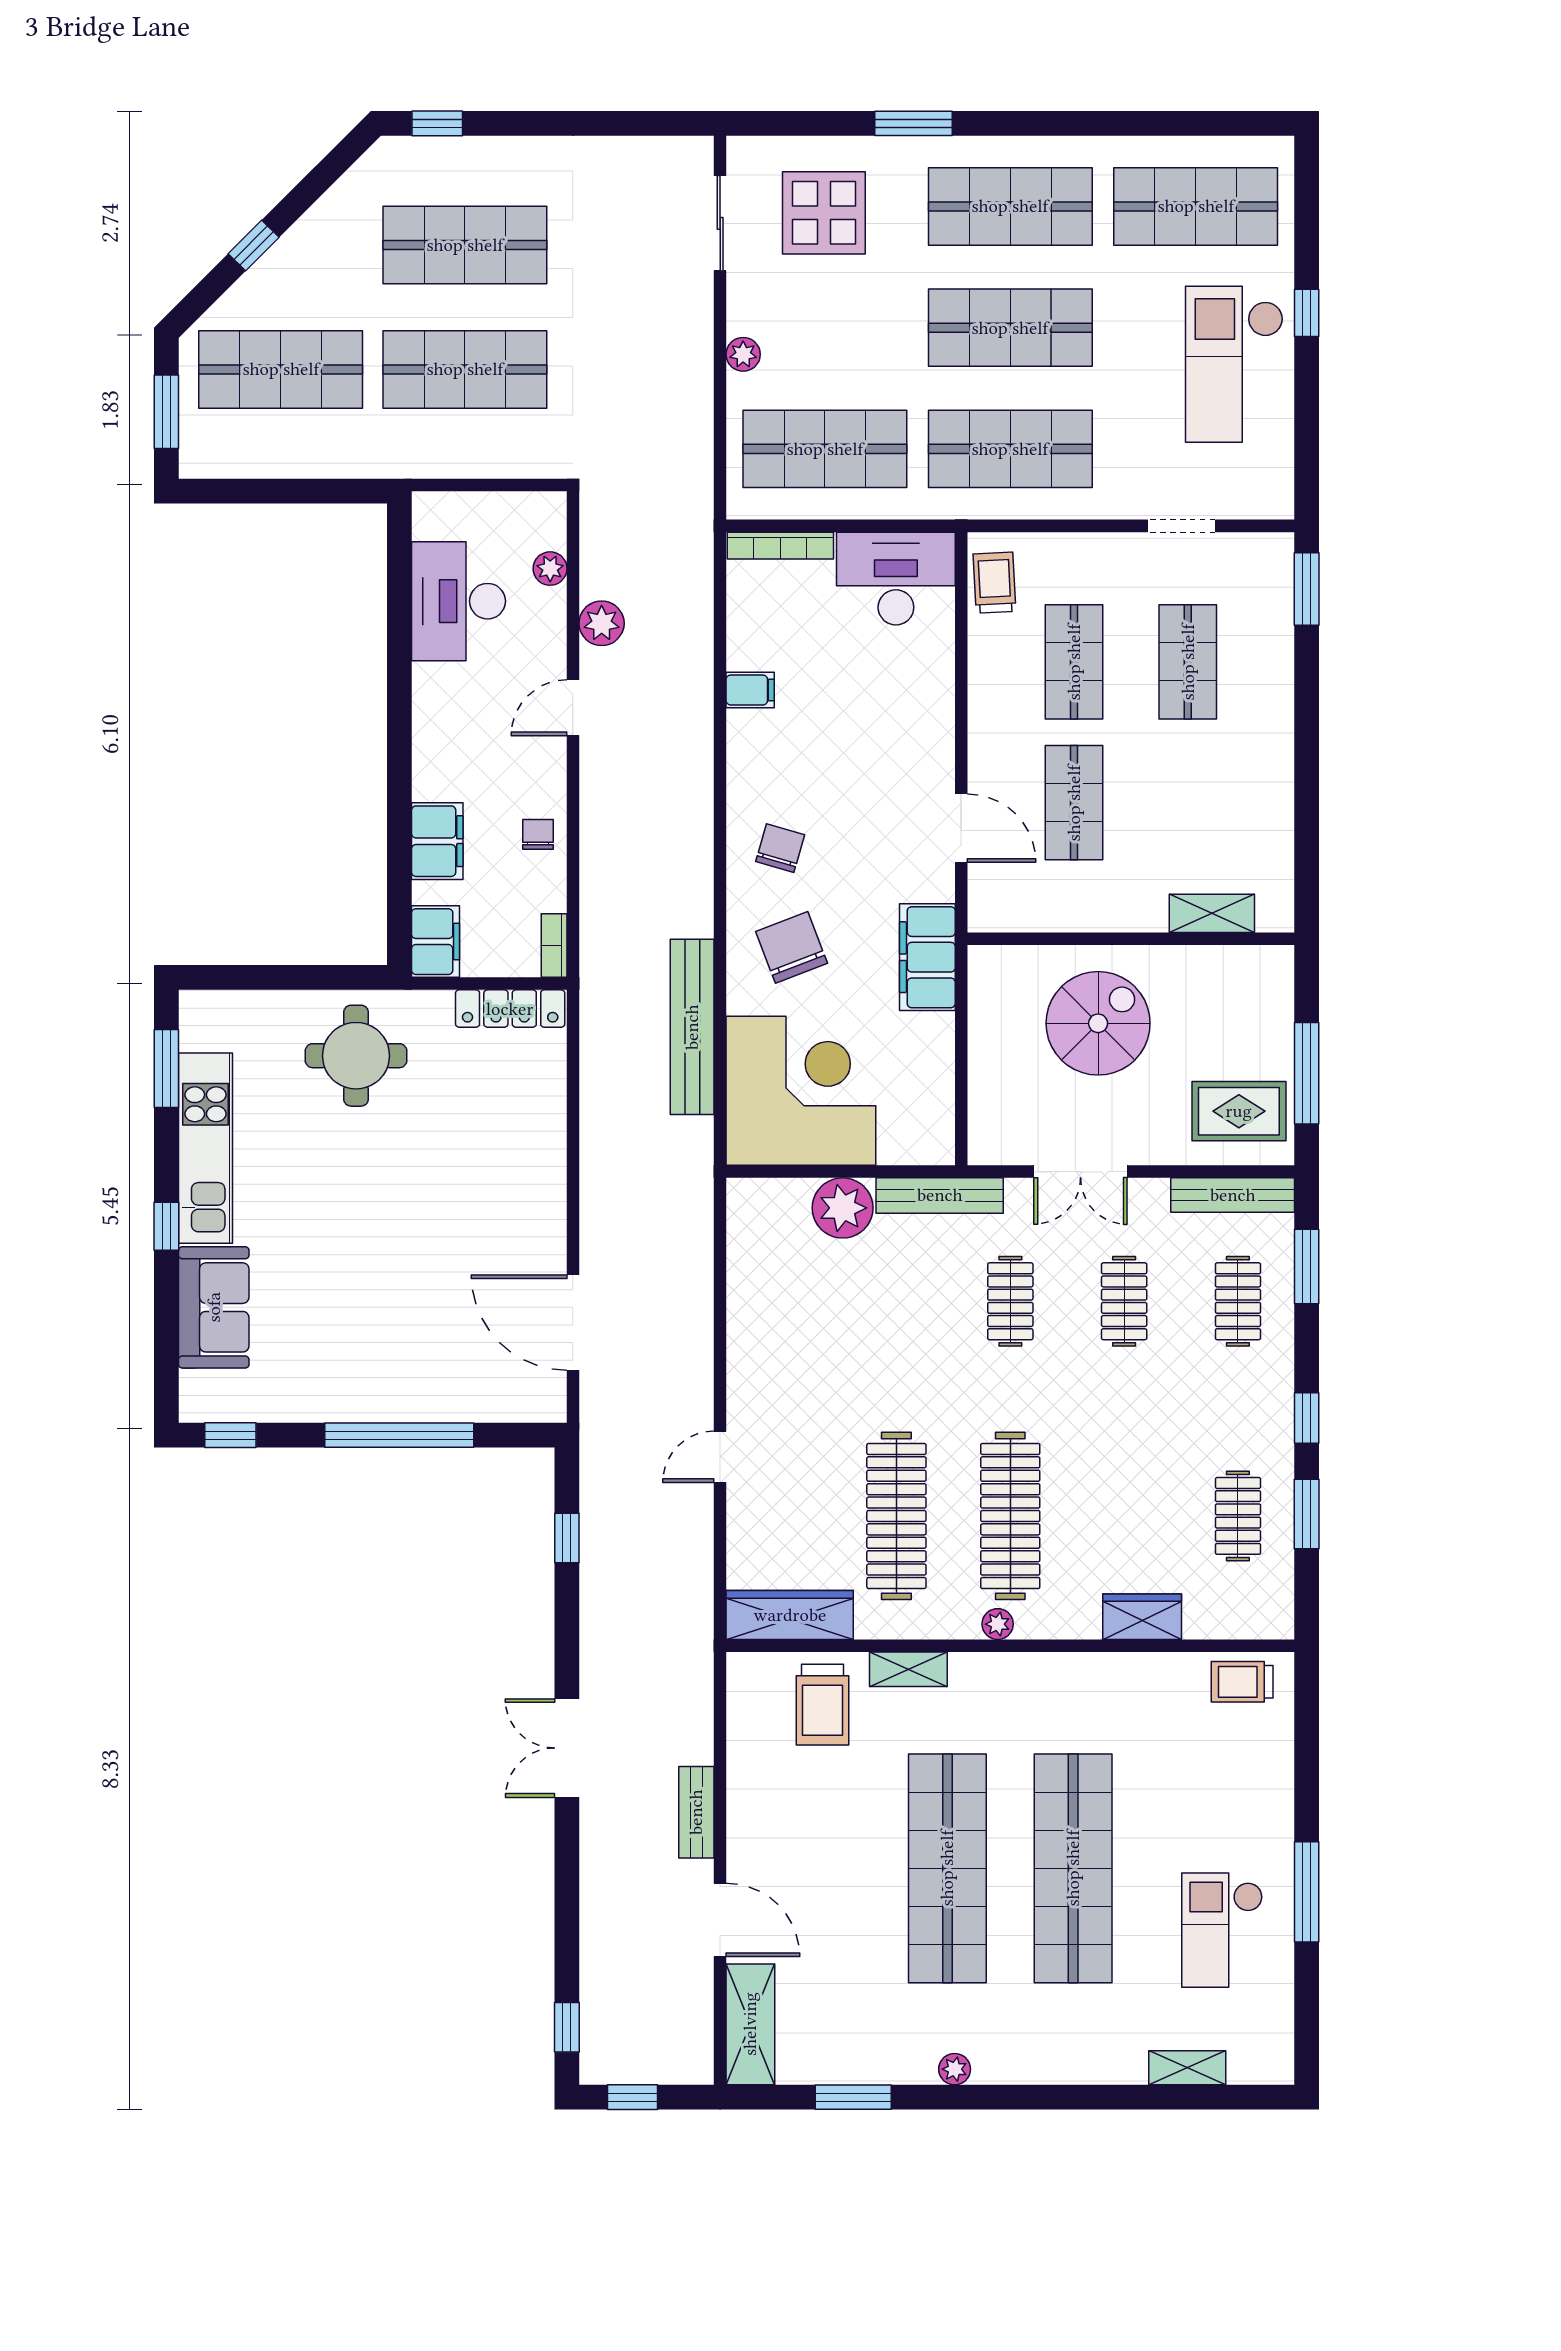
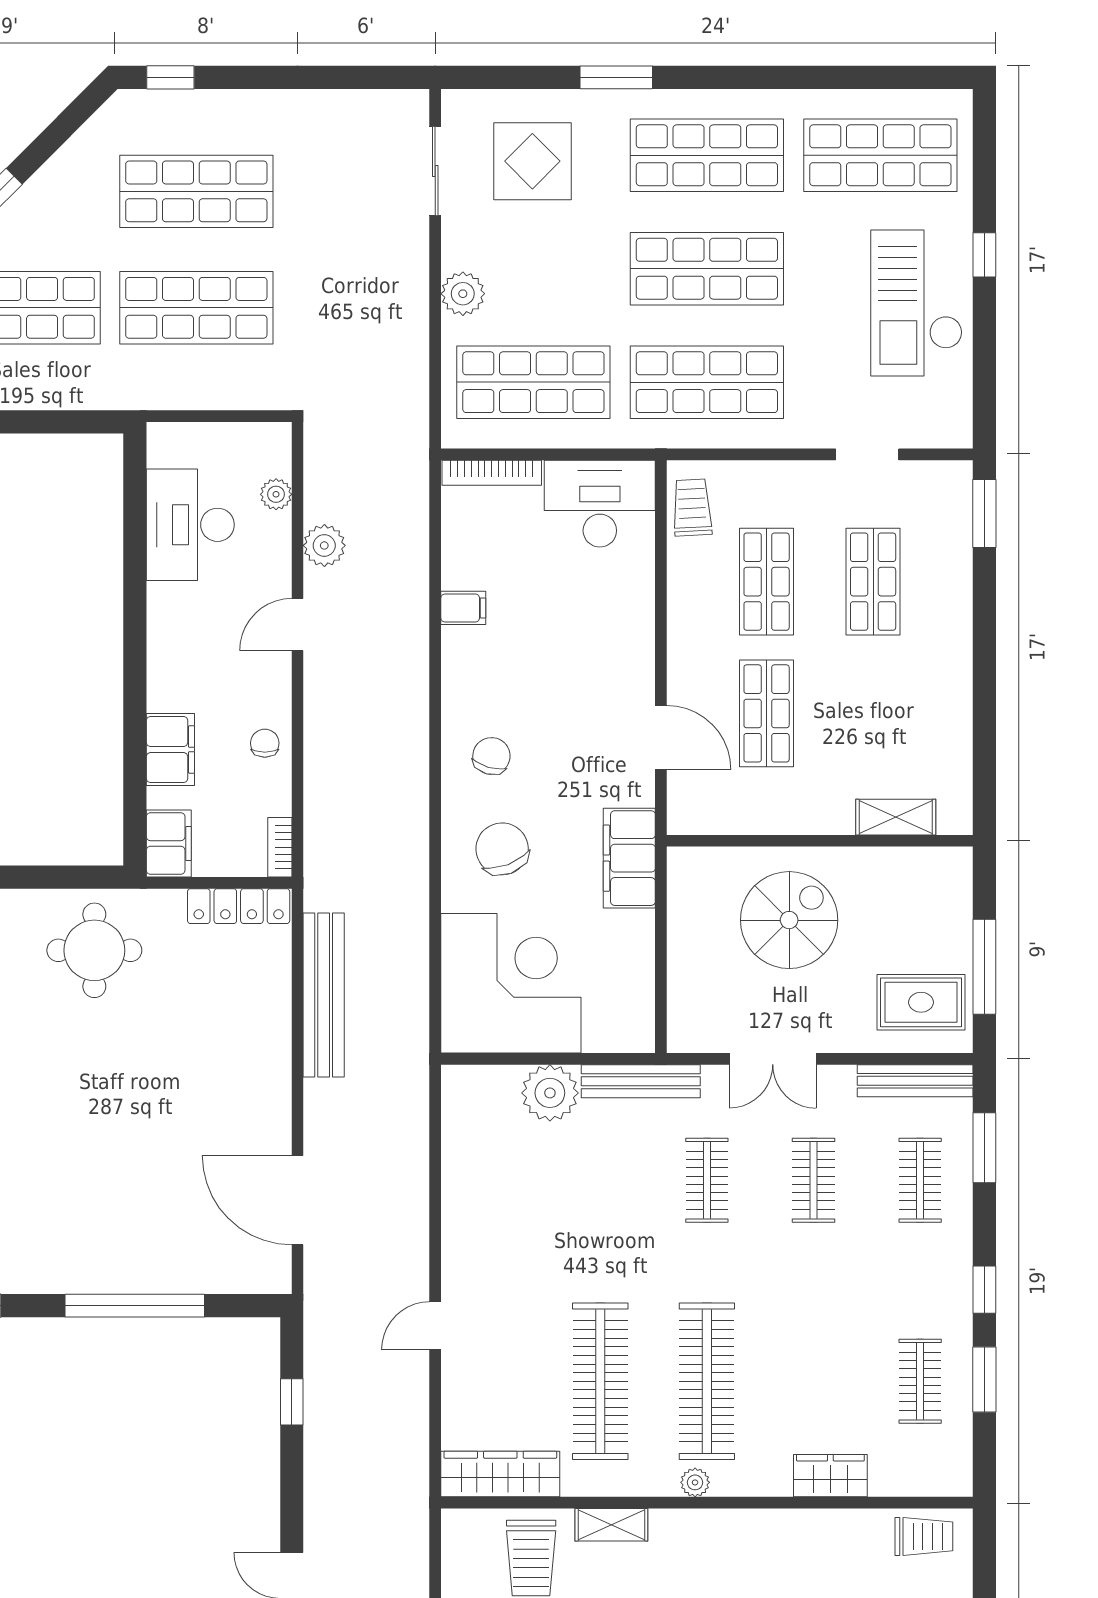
plant: (743, 354) -> (463, 294), width x1.38, depth x1.38
bench: (692, 1027) -> (324, 995), moved
trolley: (1242, 1682) -> (924, 1536), turned 180

